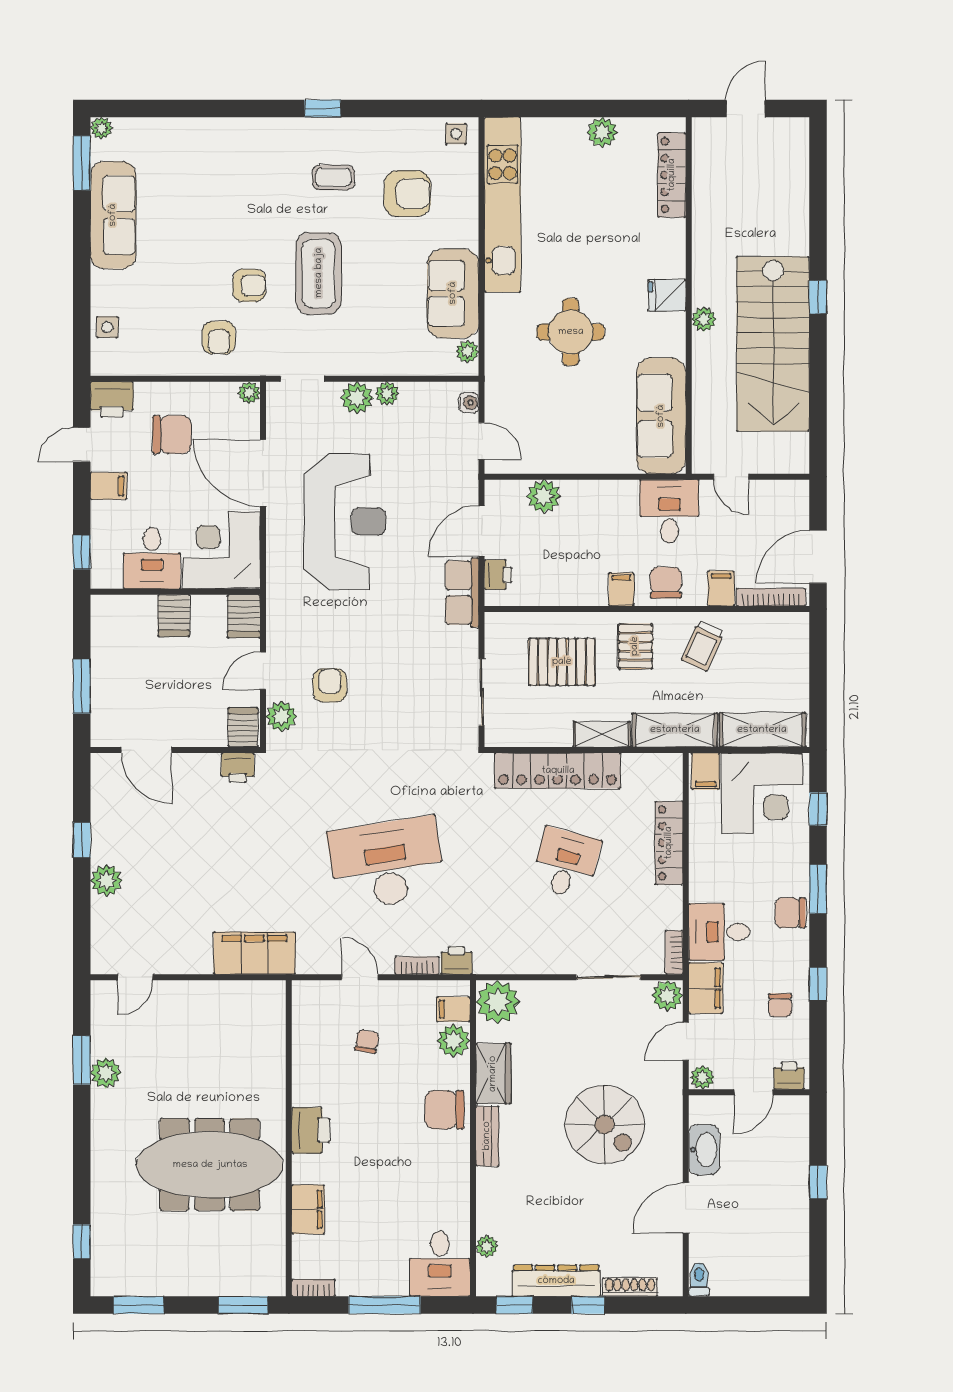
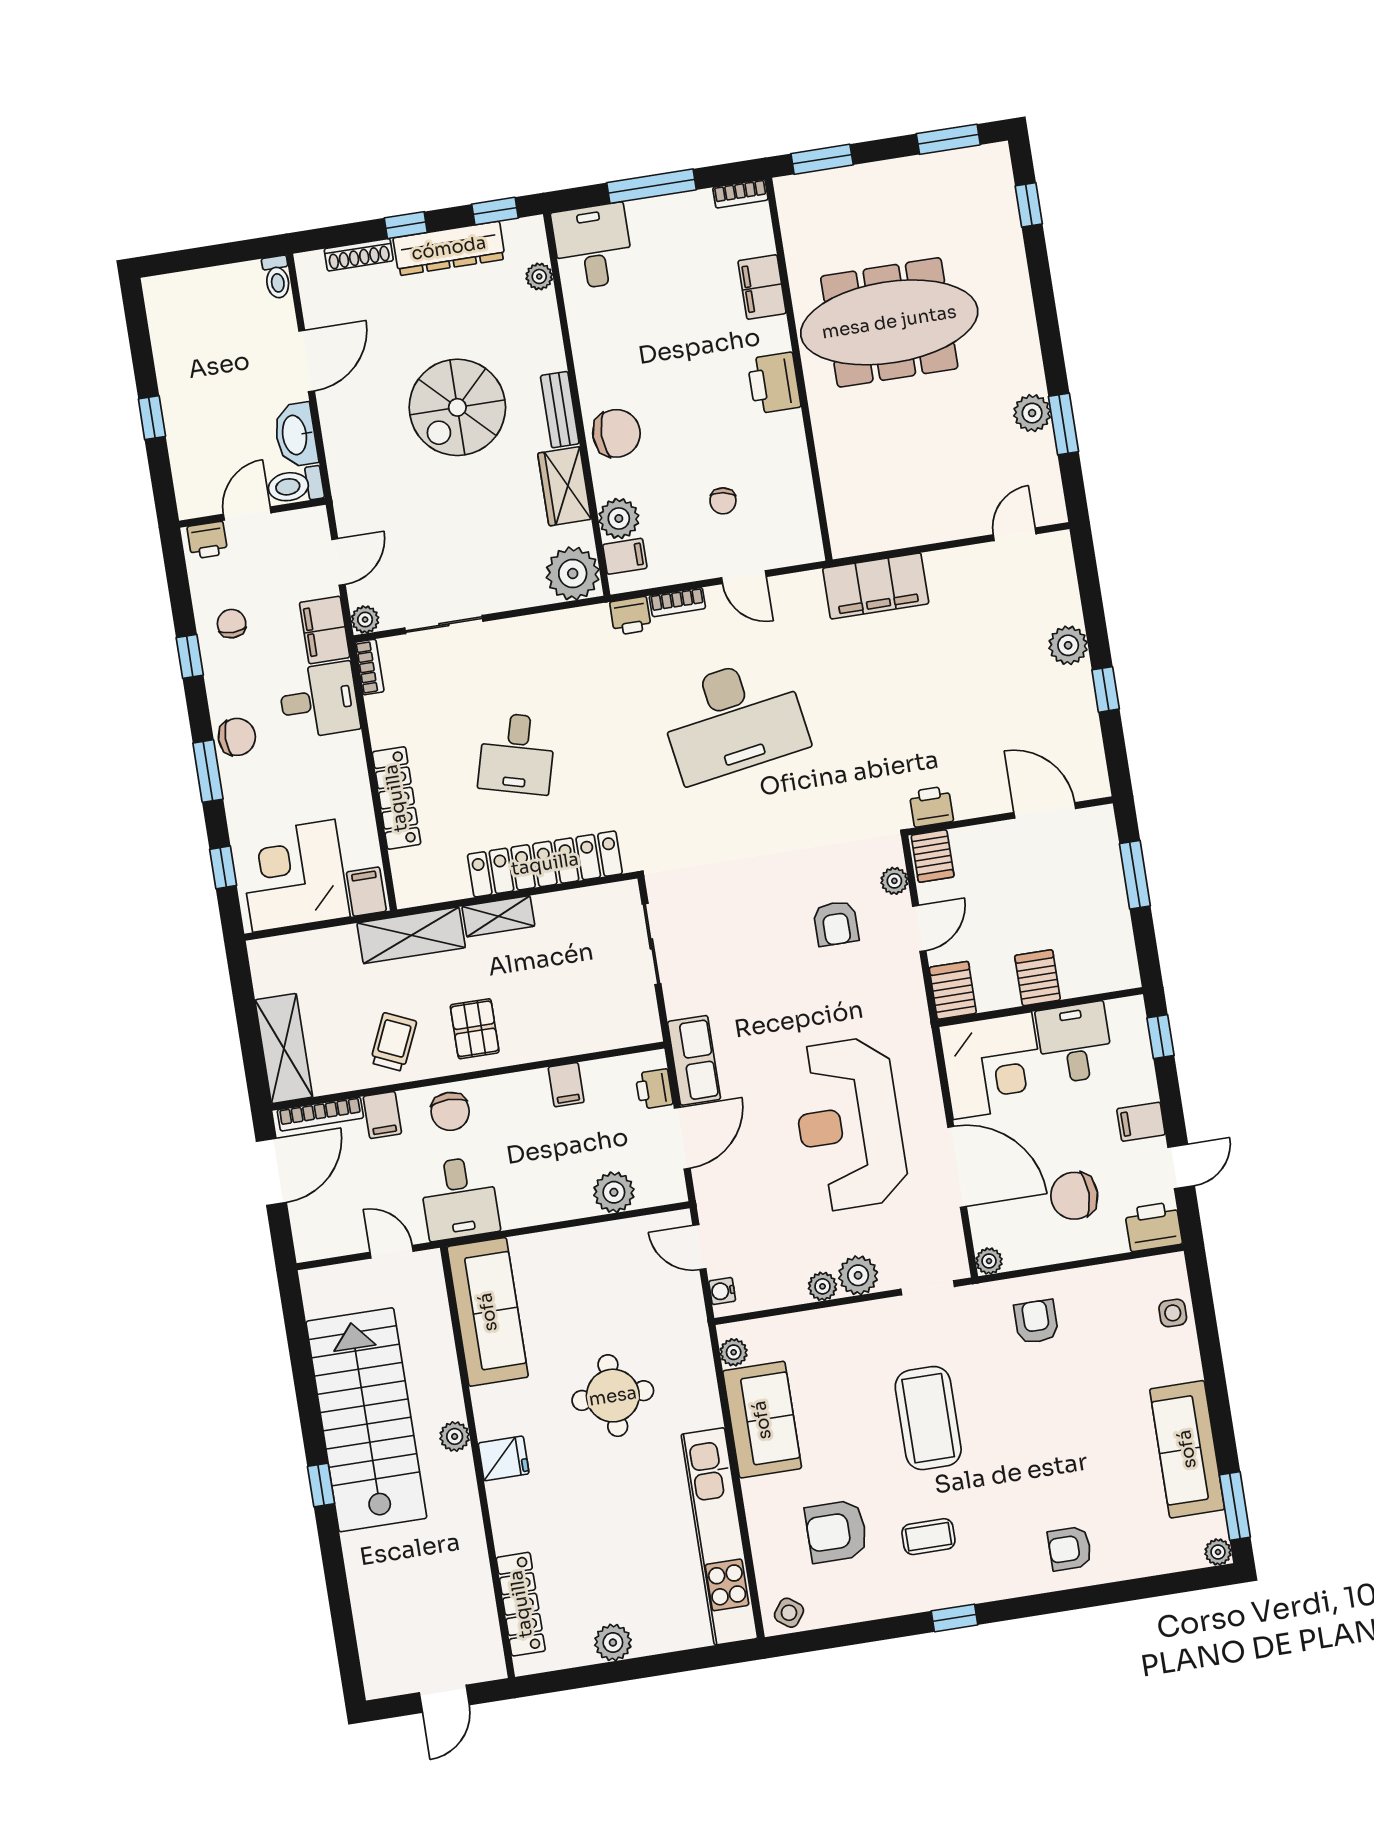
side table: (456, 134) -> (789, 1613), turned 36
armchair: (249, 285) -> (1070, 1549), moved
filing cabinet: (621, 589) -> (566, 1085), moved
pallet: (562, 662) -> (560, 996), removed
plant: (281, 716) -> (894, 881), width x0.73, depth x0.73
shelving: (762, 730) -> (284, 1048), moved, turned 90
plant: (667, 996) -> (365, 620), width x0.73, depth x0.73
plant: (702, 1077) -> (311, 522), removed
toilet: (711, 1109) -> (295, 486), added
spiral stairs: (604, 1125) -> (457, 407), moved, turned -90

